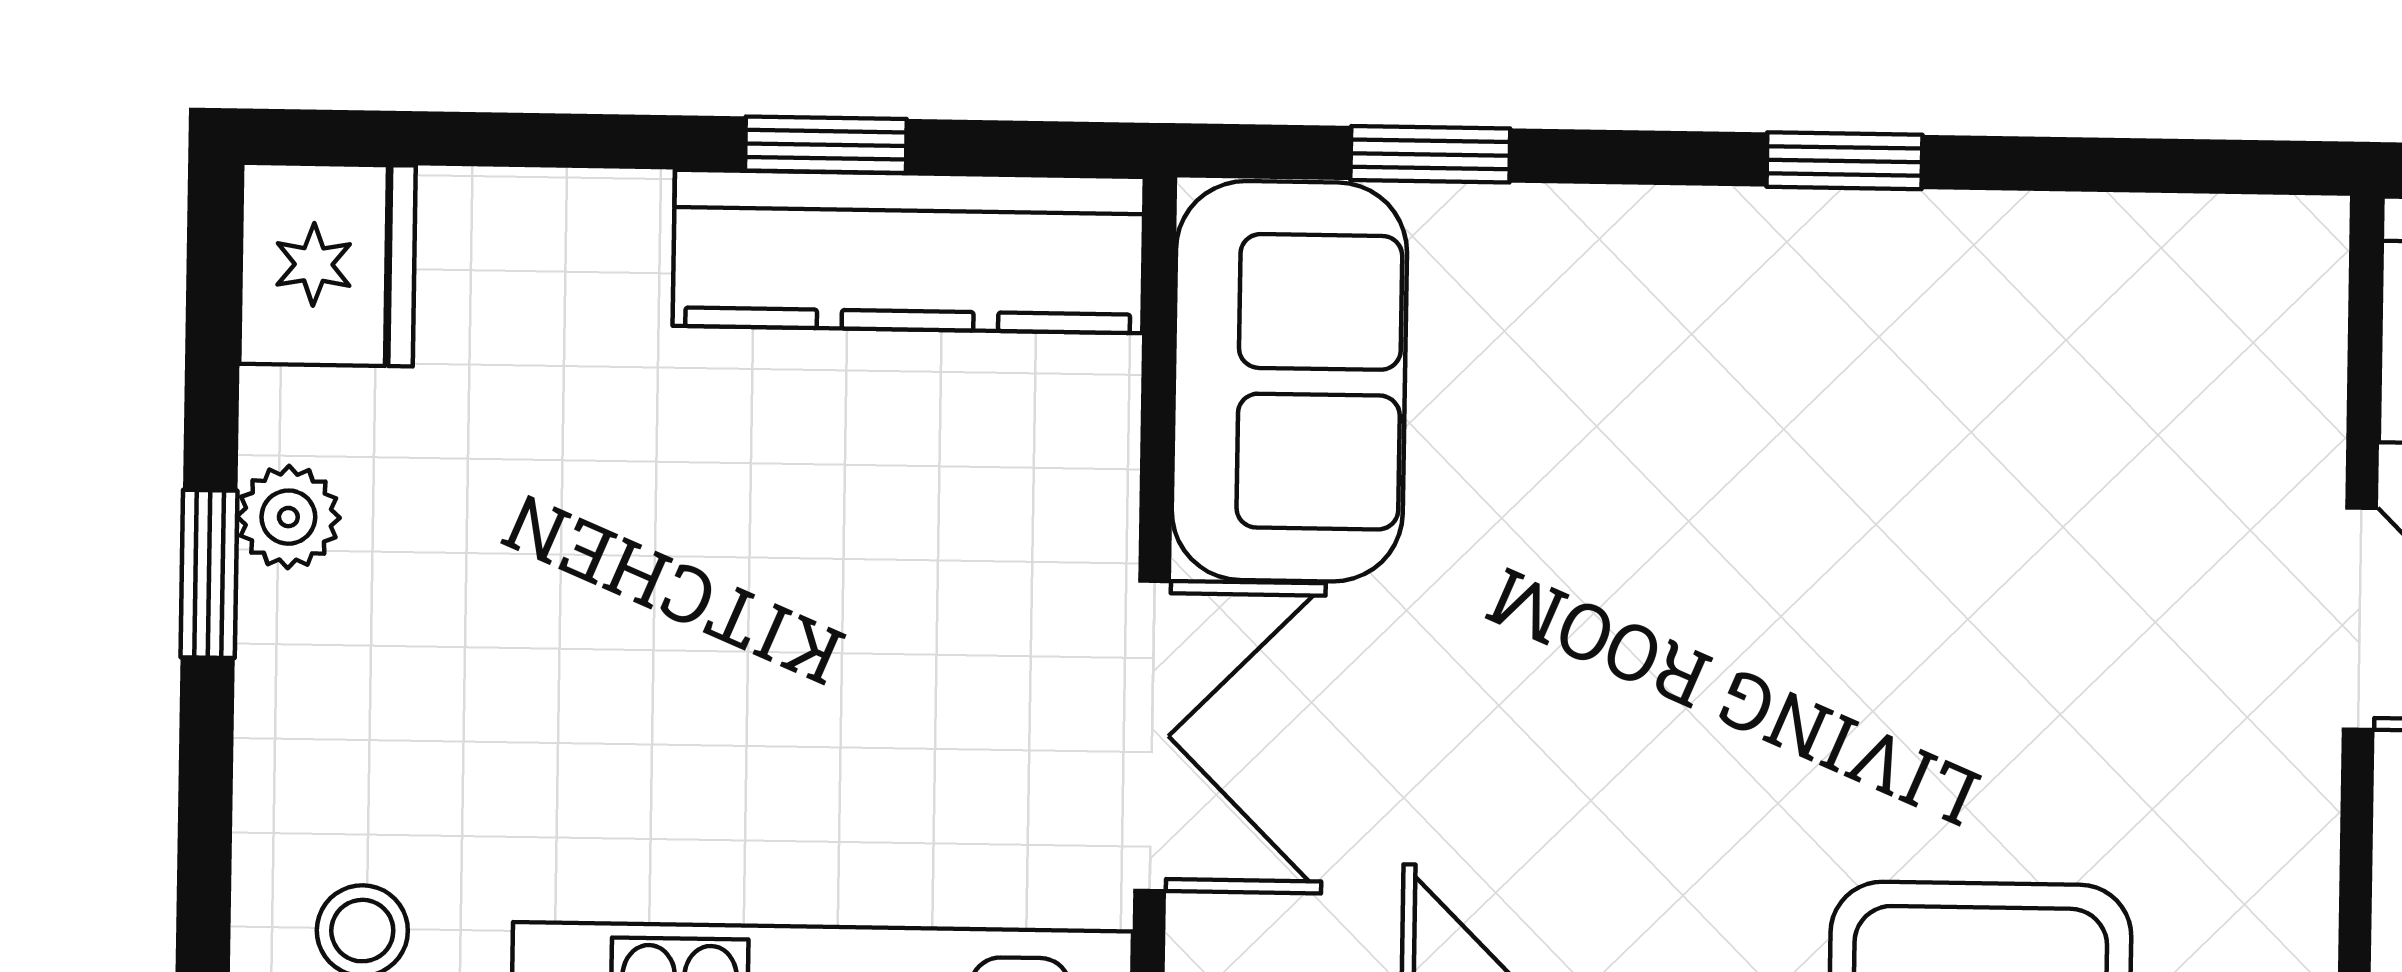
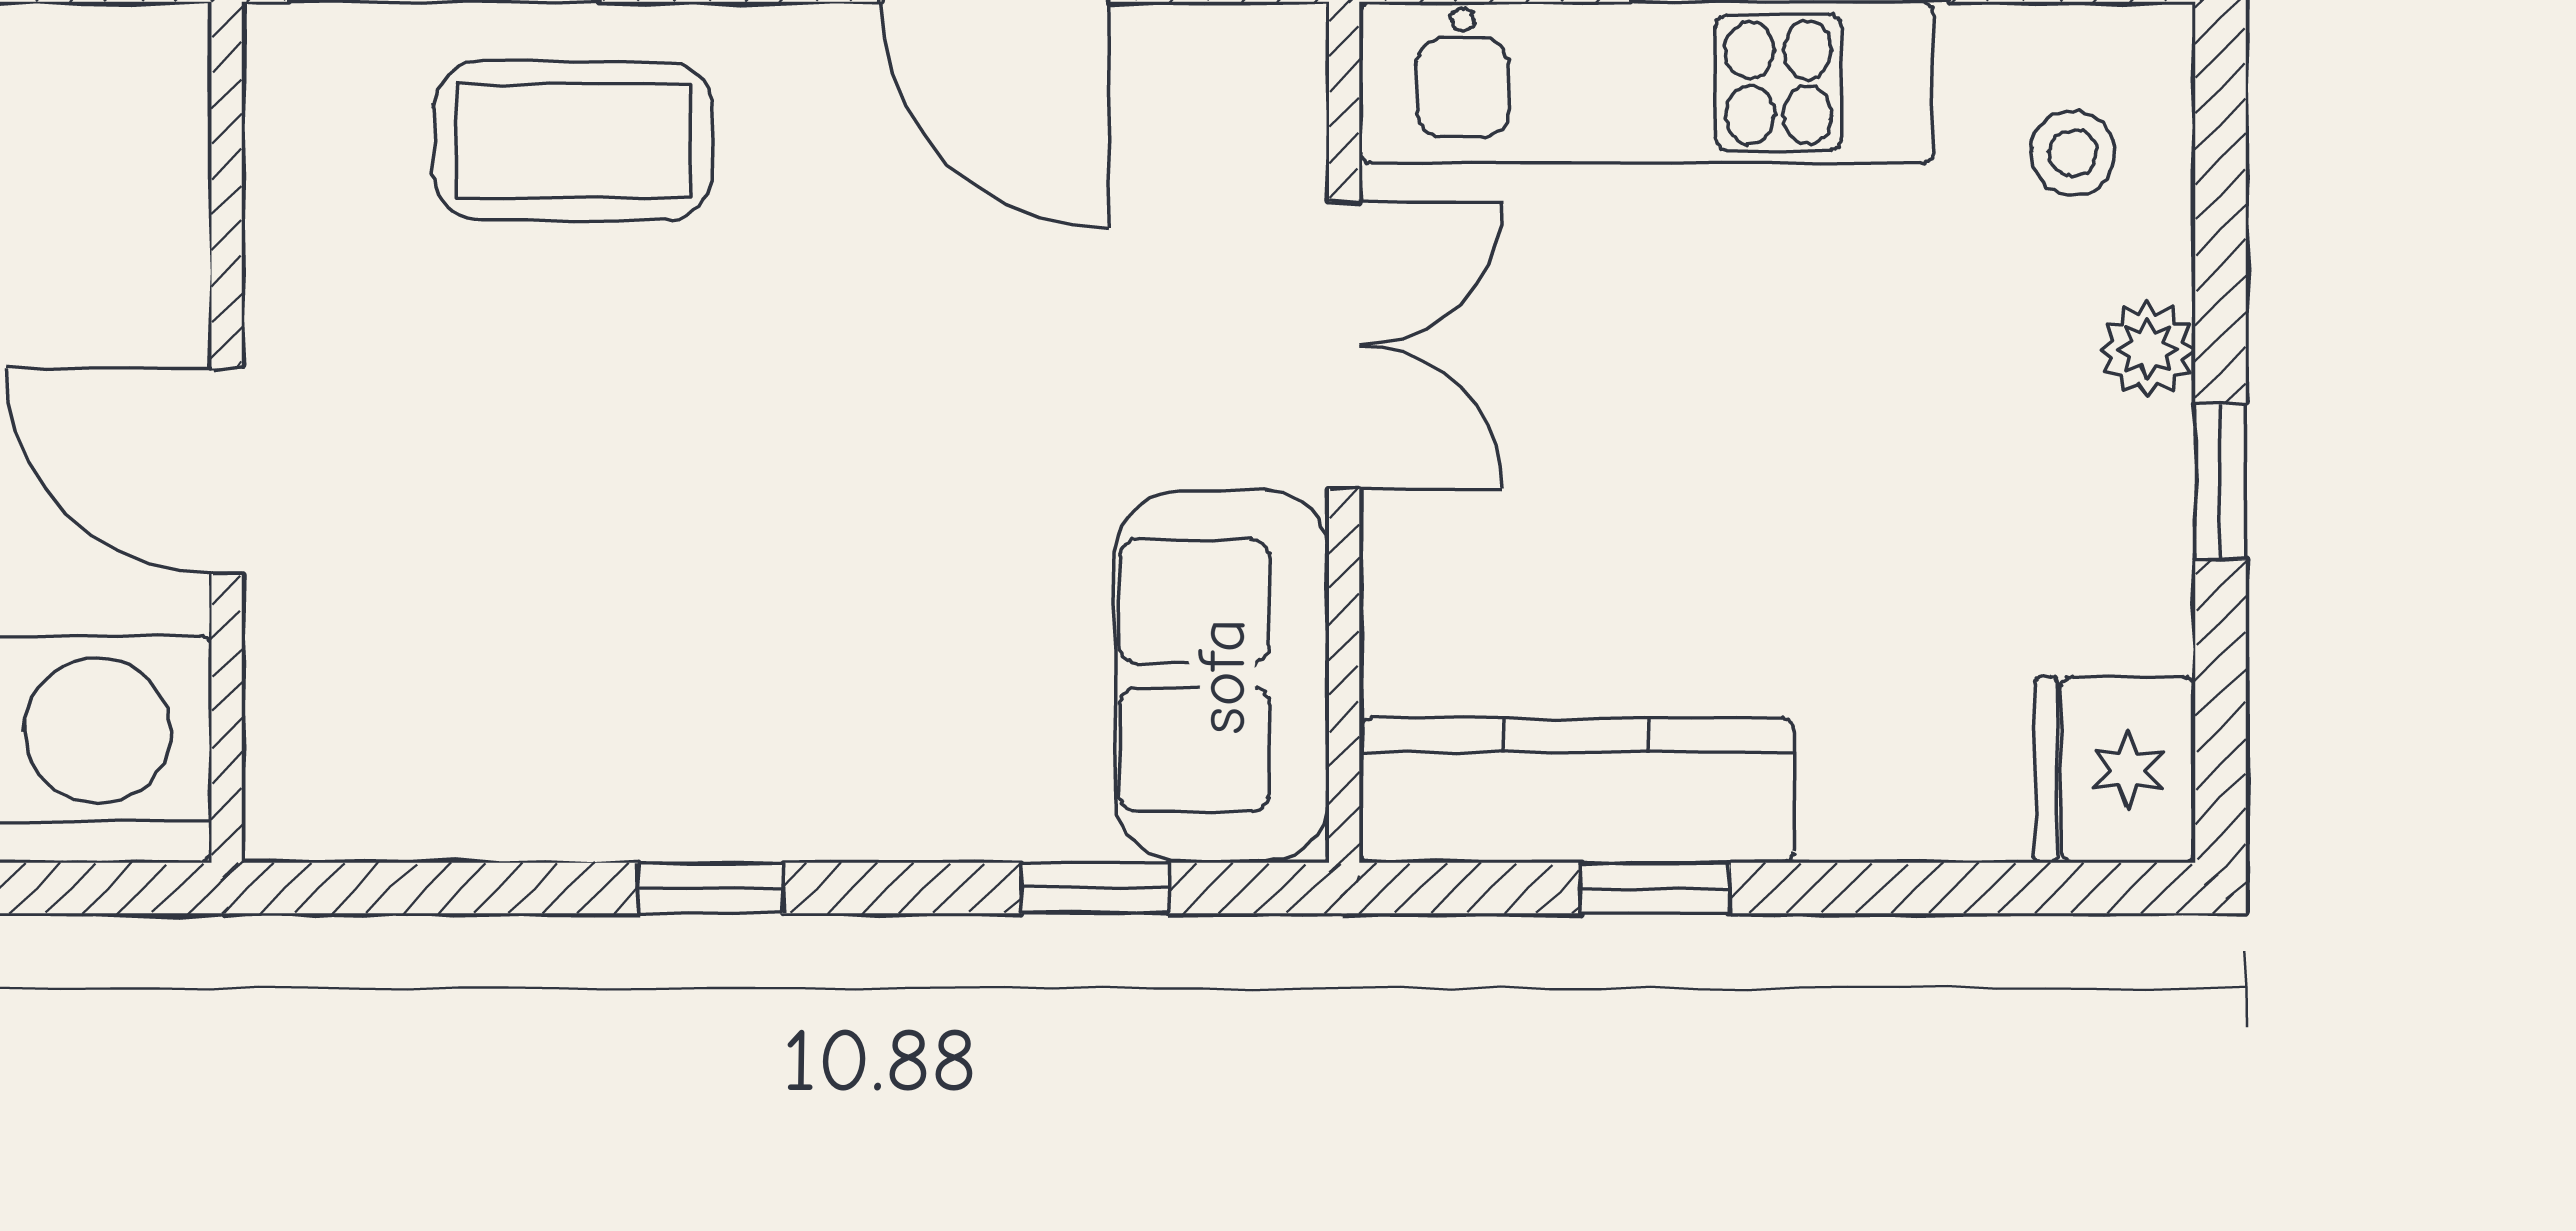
plant: (288, 517) -> (2148, 349), moved
double door: (1152, 736) -> (1344, 345), swing flipped

